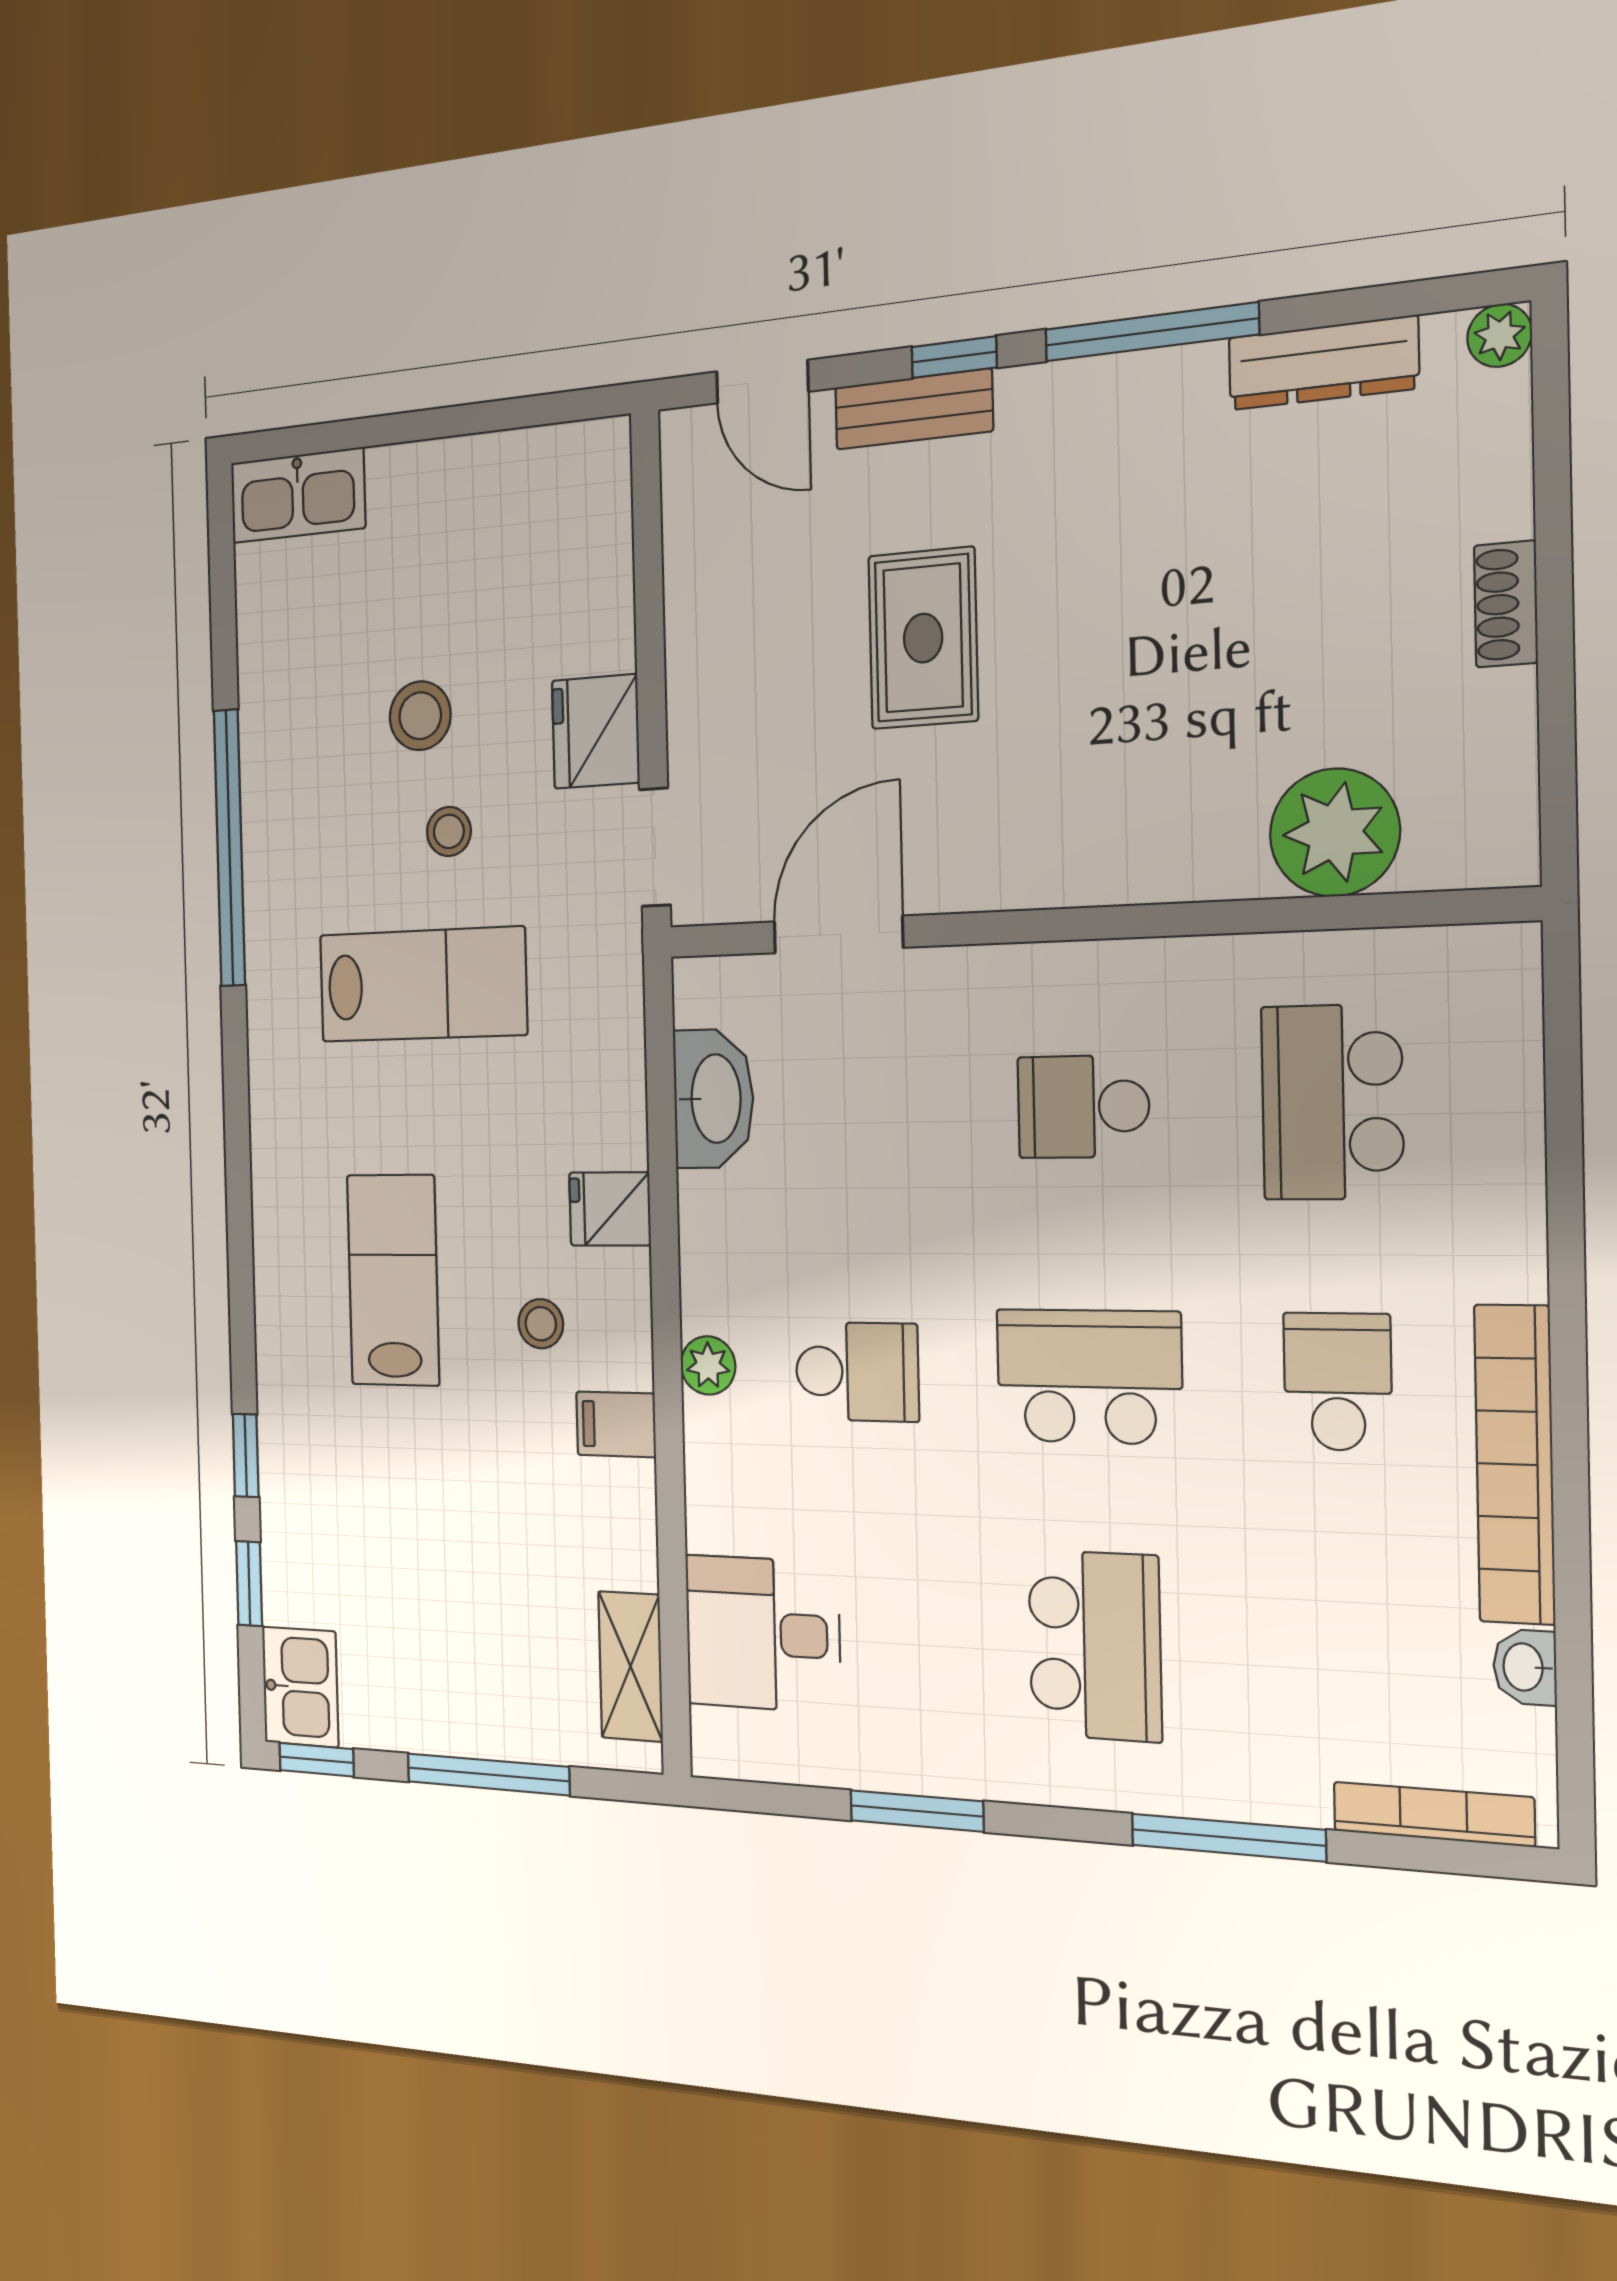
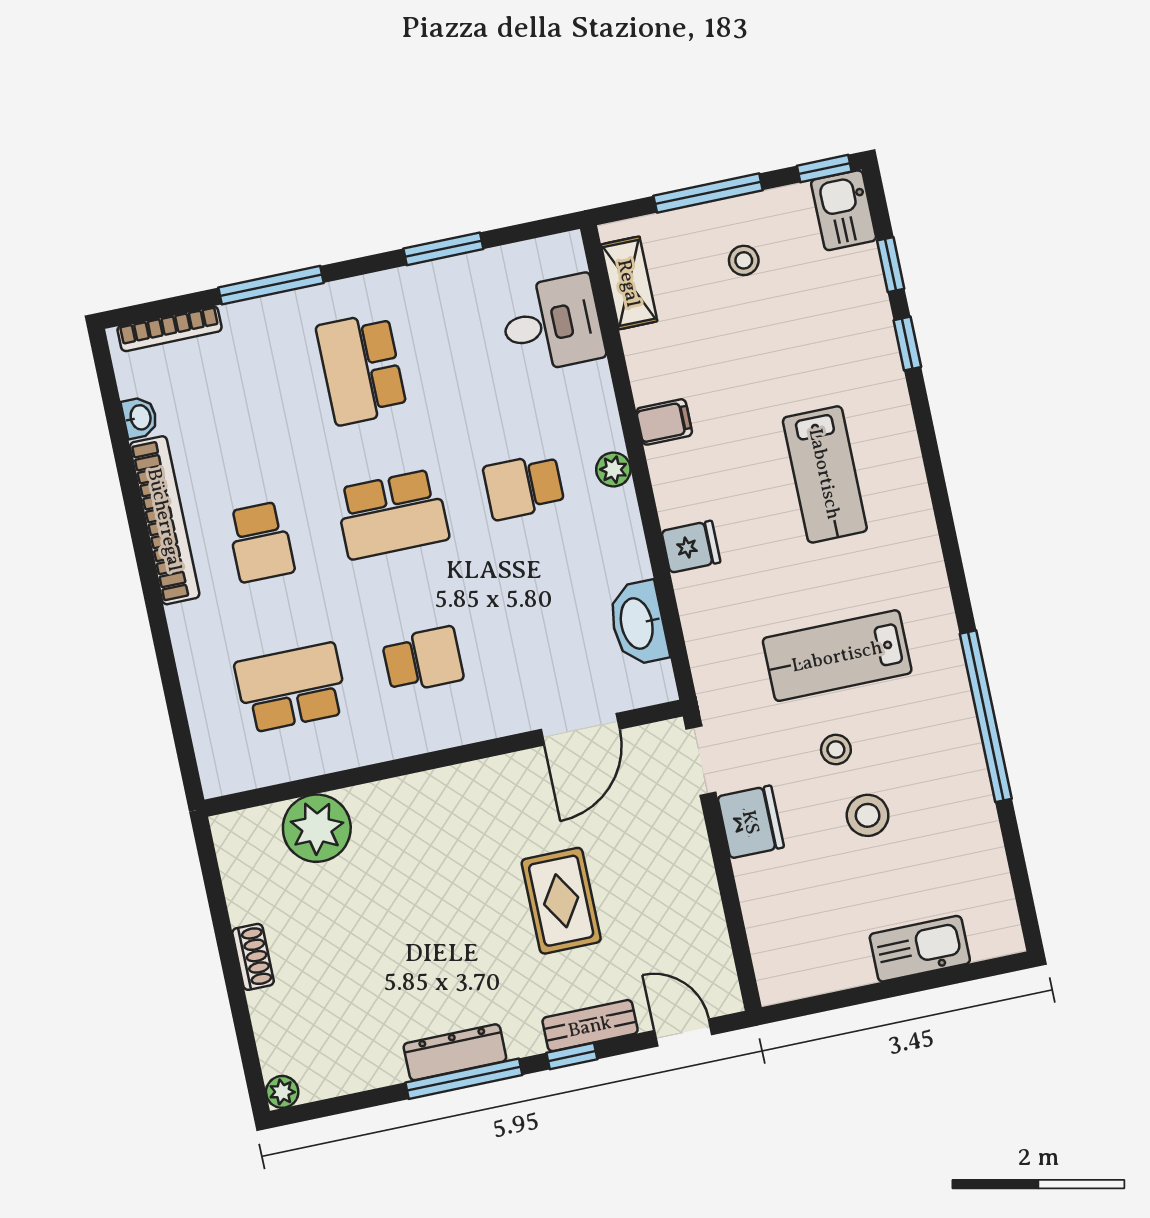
dresser: (1323, 363) -> (455, 1052), moved
kitchen sink: (298, 495) -> (920, 949), moved
school desk: (1332, 1102) -> (291, 688), turned -90
stool: (541, 1324) -> (744, 260), moved

